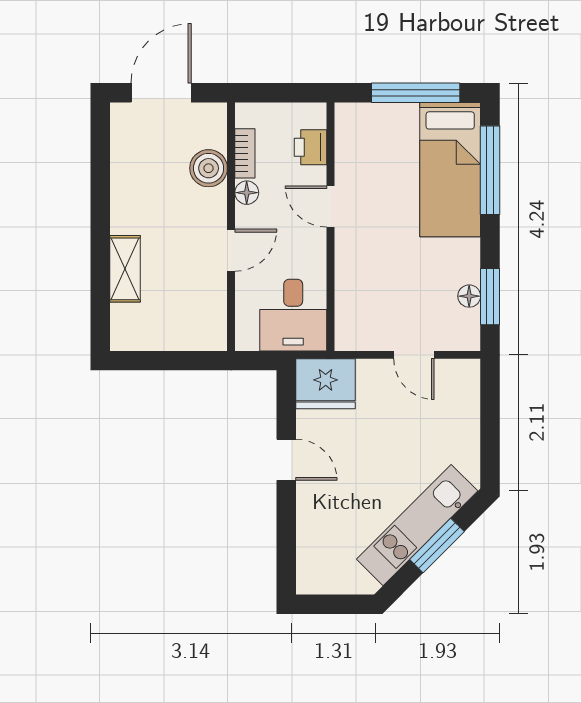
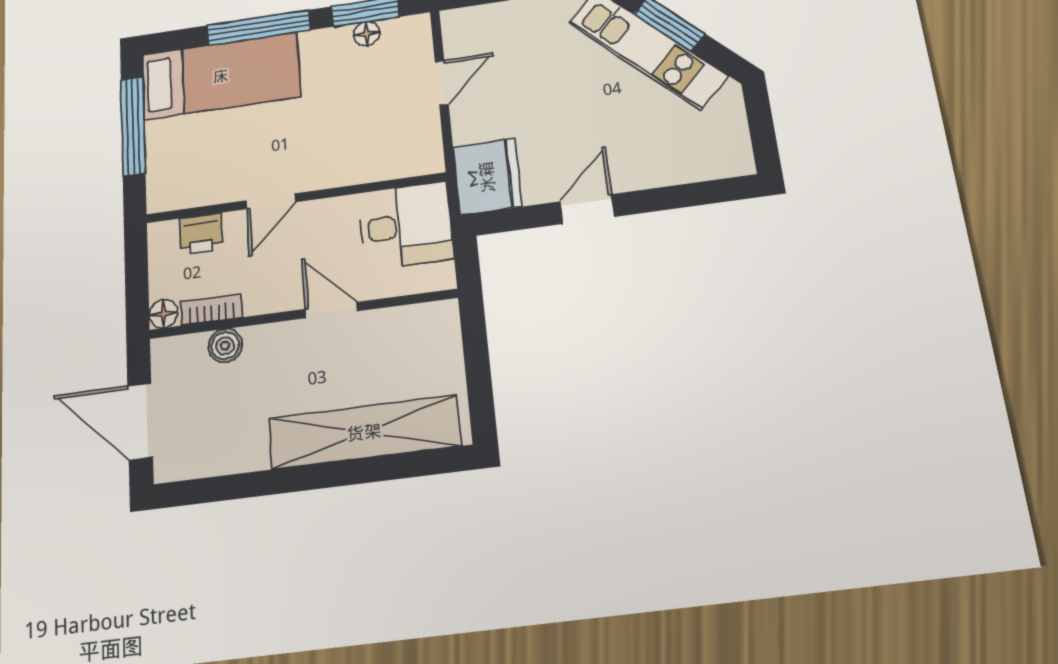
boiler: (209, 168) -> (225, 346), width x0.73, depth x0.73
window: (490, 170) -> (258, 28), moved
floor lamp: (247, 193) -> (164, 314), moved
shelving: (125, 269) -> (364, 432), width x2.20, depth x1.33

